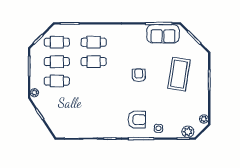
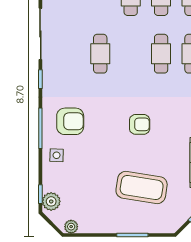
cafe table: (94, 100) -> (100, 54), added
armchair: (137, 120) -> (70, 121), turned -90

